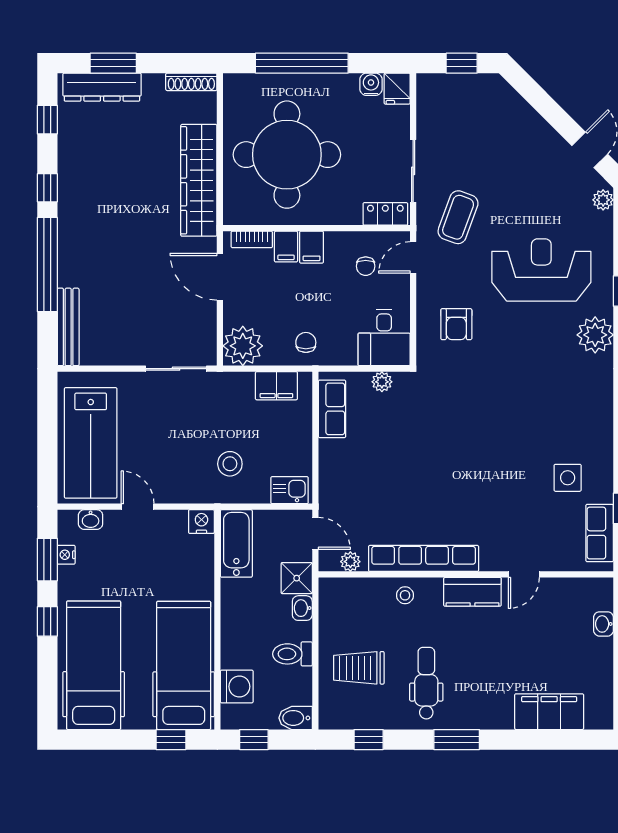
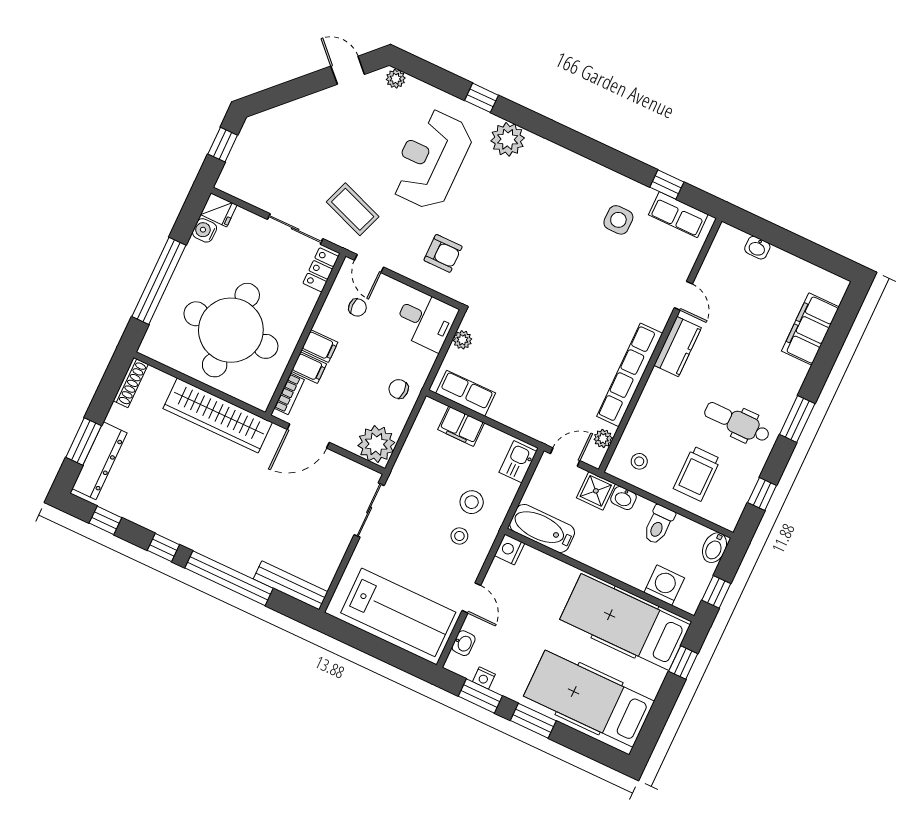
filing cabinet: (276, 386) -> (461, 426), moved, turned 90
stool: (192, 467) -> (459, 536), added
door: (138, 507) -> (471, 598), swing flipped
stool: (405, 595) -> (639, 461), moved
window: (47, 621) -> (533, 721), width x1.50

